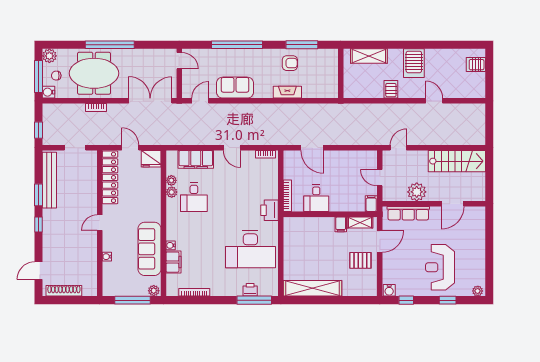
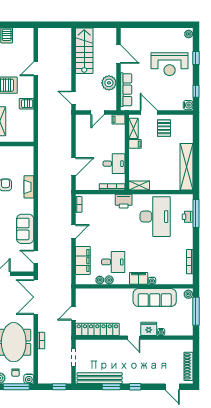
fridge: (151, 159) -> (149, 329), moved, turned -90
shelving: (289, 230) -> (139, 185), added
filing cabinet: (174, 262) -> (139, 278), moved

